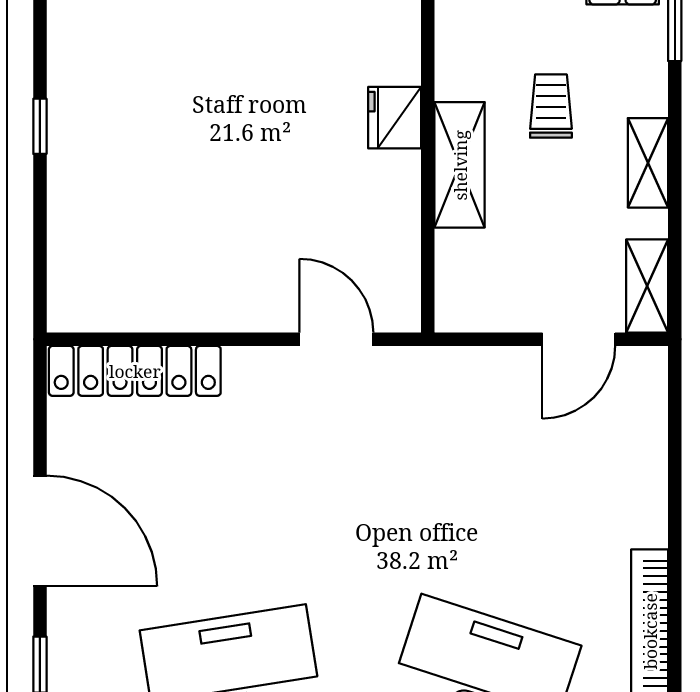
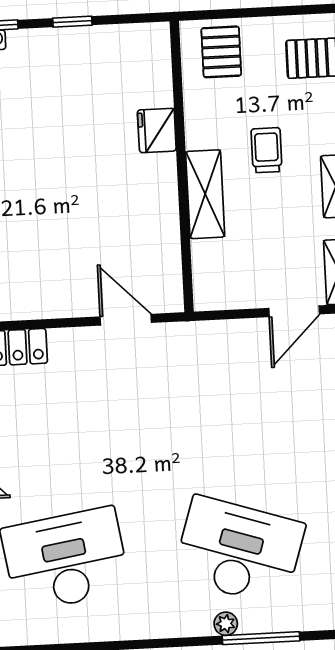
fridge: (395, 118) -> (157, 130), moved

